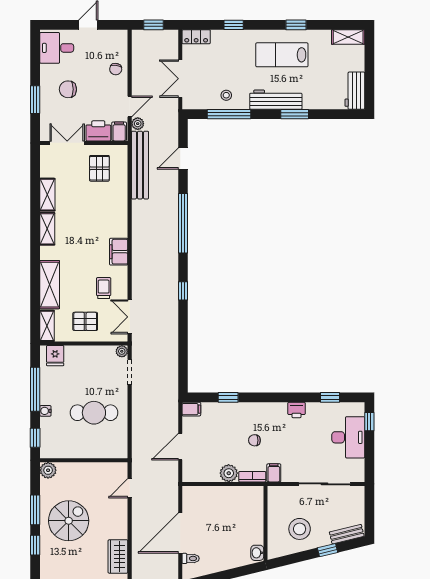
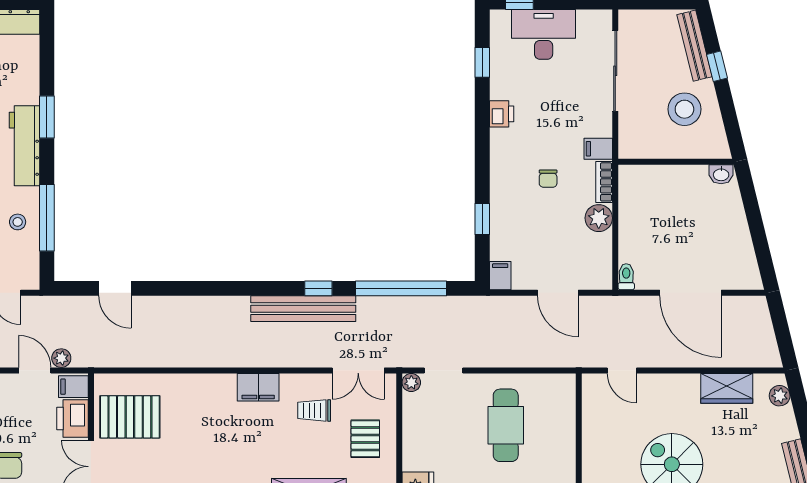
bench: (140, 165) -> (303, 309), moved
pallet: (99, 168) -> (130, 417), width x1.50, depth x1.42
window: (183, 223) -> (401, 288), moved
bench: (347, 534) -> (695, 46), width x1.36
toilet: (191, 558) -> (626, 277), moved

